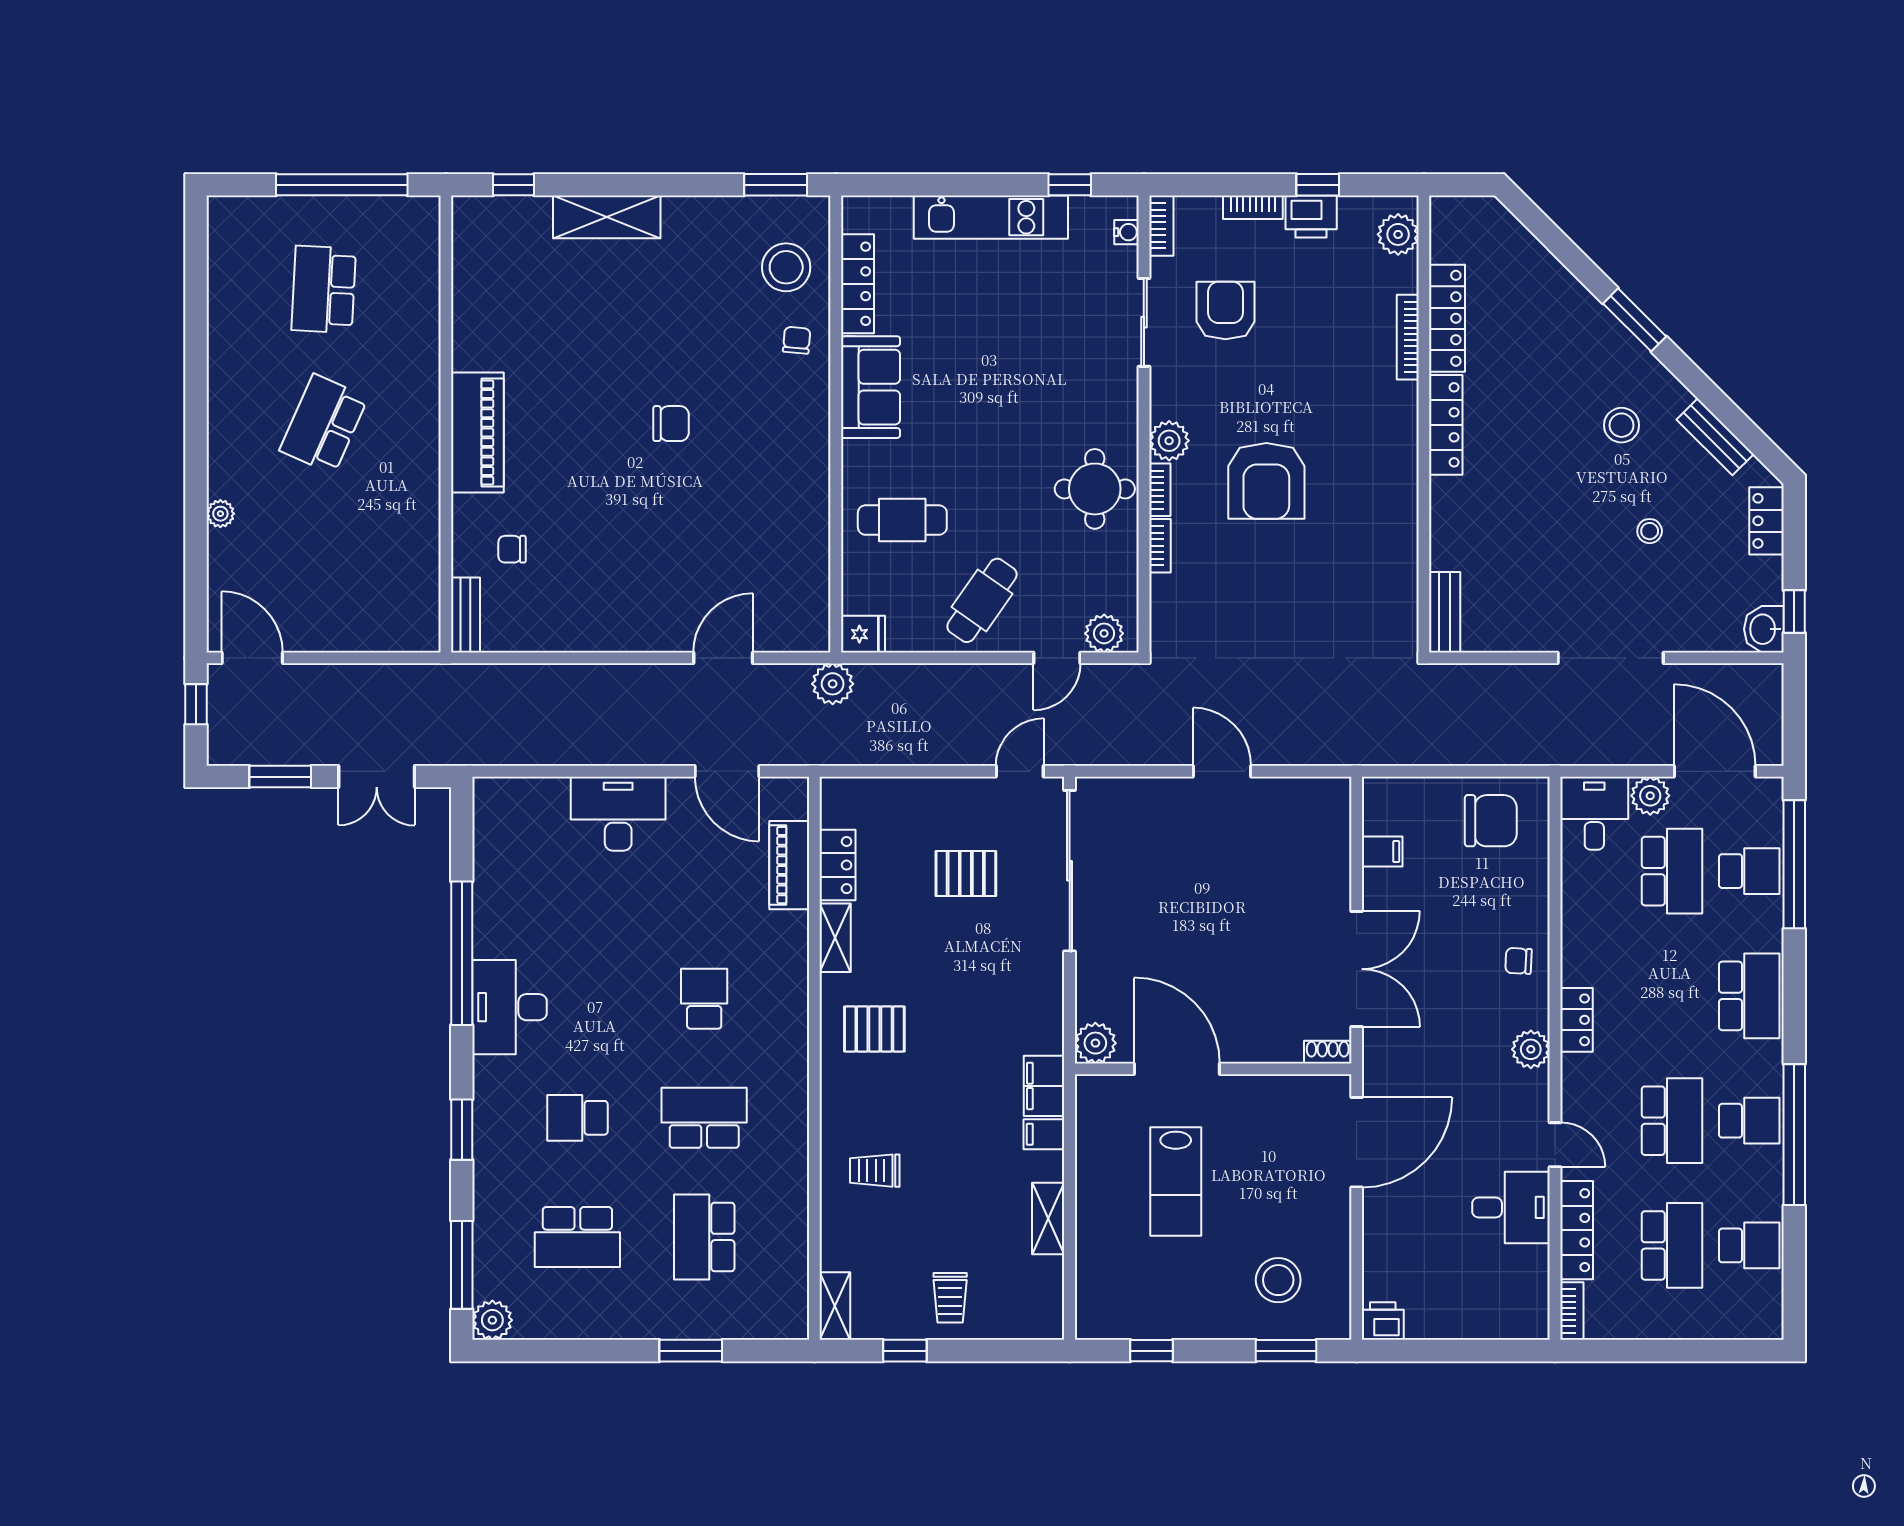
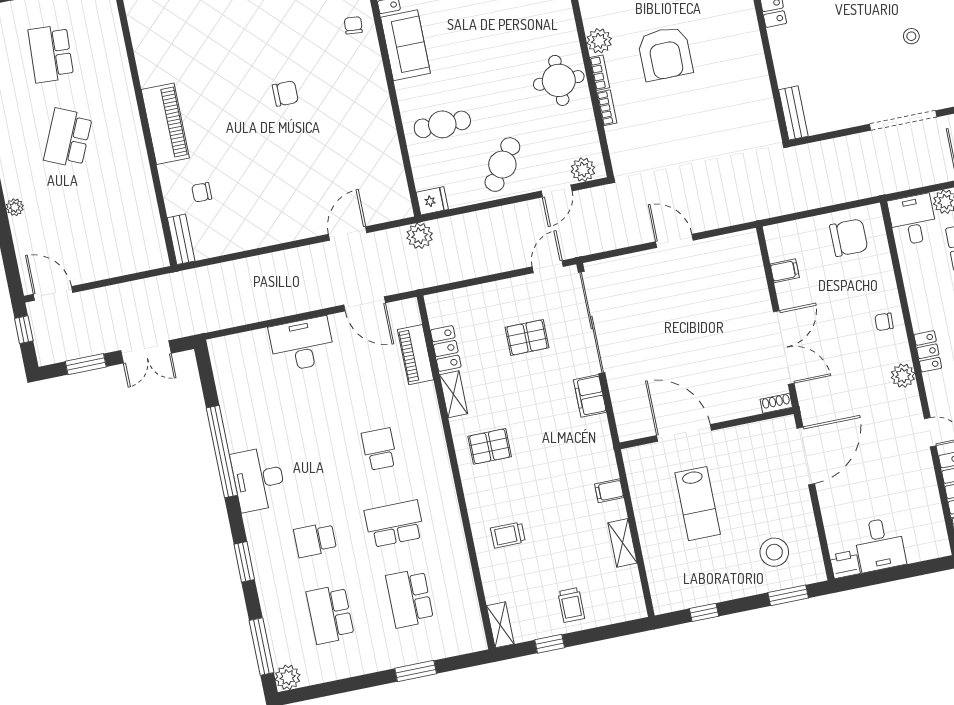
plant: (1095, 1043) -> (630, 427), removed
filing cabinet: (1044, 1086) -> (590, 396), moved
desk: (1511, 1207) -> (880, 545), moved, turned 90
school desk: (577, 1237) -> (330, 614), turned 90

